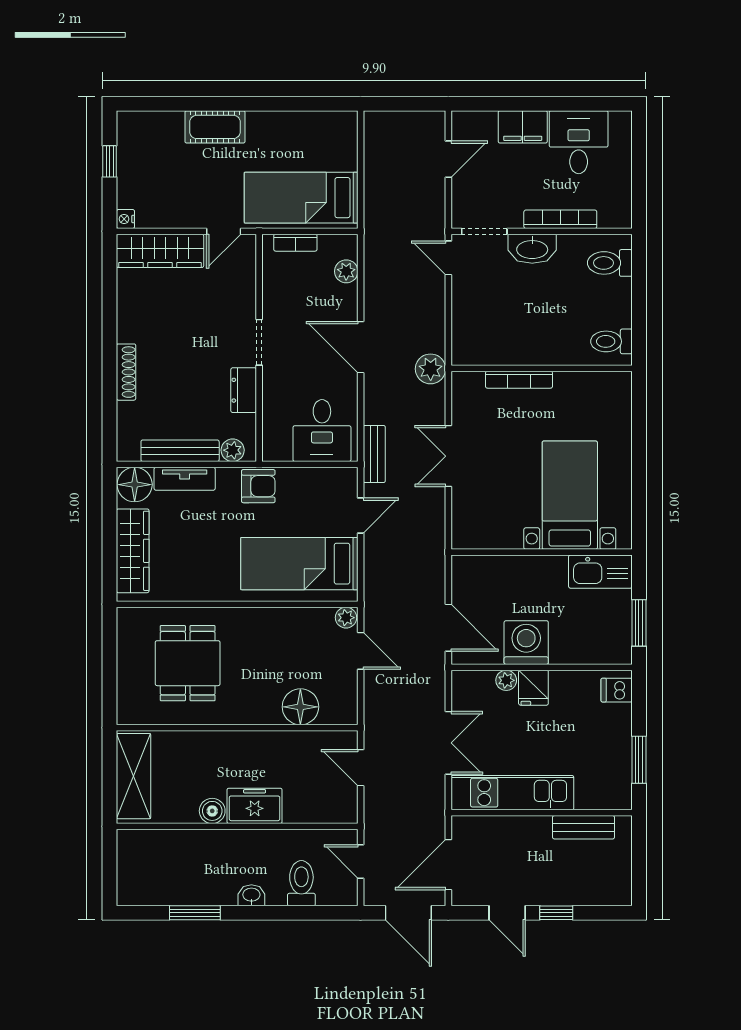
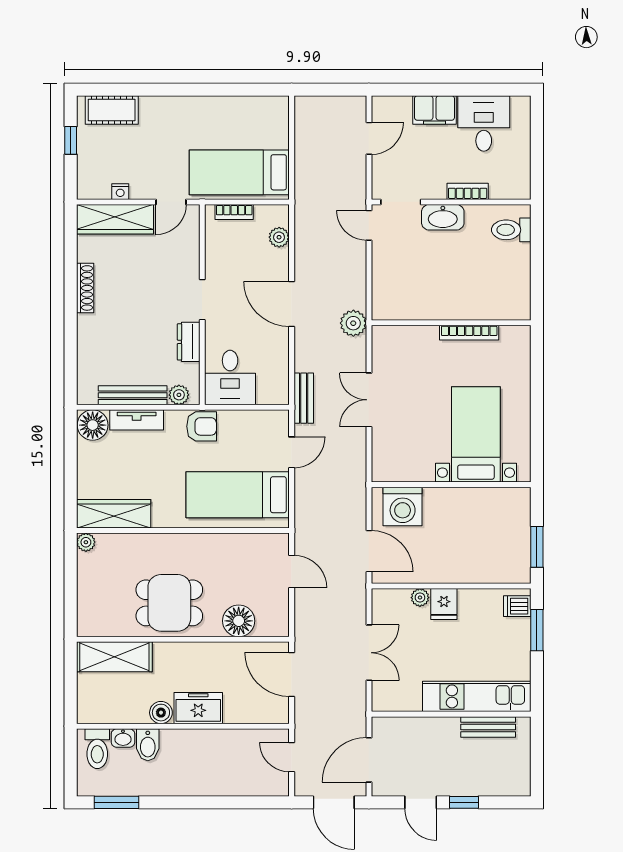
cot: (215, 127) -> (112, 110), moved
nightstand: (125, 219) -> (120, 192), moved, turned -90
bookcase: (560, 219) -> (468, 191), width x0.64
toilet: (611, 341) -> (513, 299), removed
shoe rack: (126, 372) -> (85, 288), moved
bookcase: (519, 380) -> (469, 333), moved
desk: (322, 431) -> (230, 377), moved
wardrobe: (133, 551) -> (114, 514), moved, turned -90
kitchen sink: (600, 572) -> (503, 502), removed
plant: (346, 618) -> (86, 542), moved
washing machine: (526, 643) -> (403, 506), moved, turned 180
dining table: (188, 663) -> (169, 603), moved, turned 90
window: (639, 760) -> (537, 630), moved
door: (361, 768) -> (292, 674), width x1.38
shelving: (134, 776) -> (114, 657), moved, turned 90
kitchen unit: (512, 793) -> (477, 696), moved
bidet: (197, 848) -> (148, 745), added
toilet: (301, 883) -> (97, 749), moved, turned 180
washbasin: (251, 895) -> (123, 738), moved, turned 180
window: (195, 913) -> (116, 802), moved

